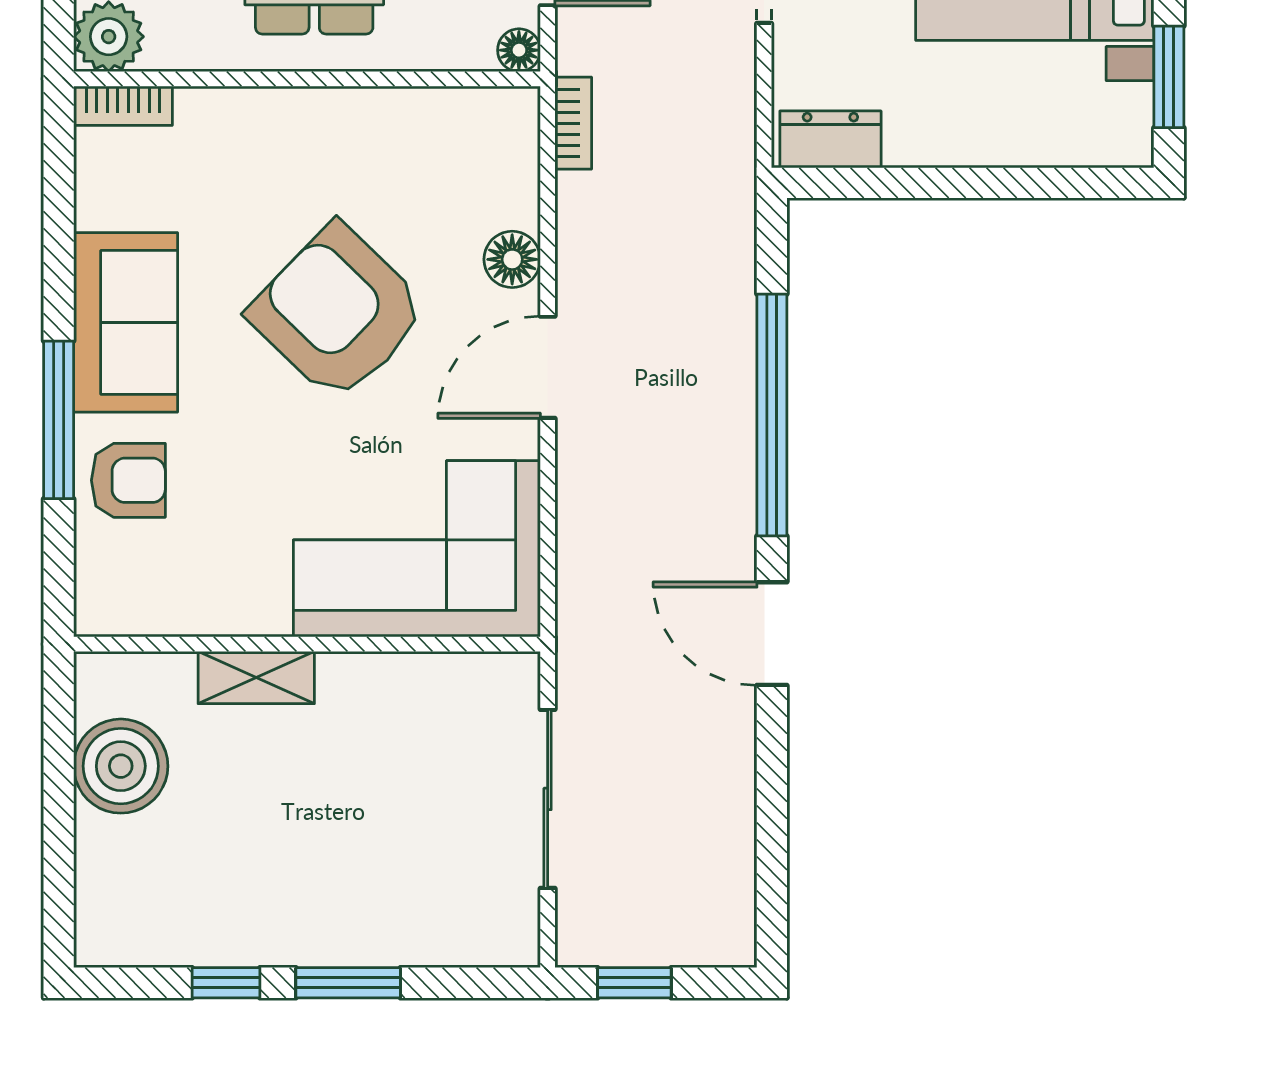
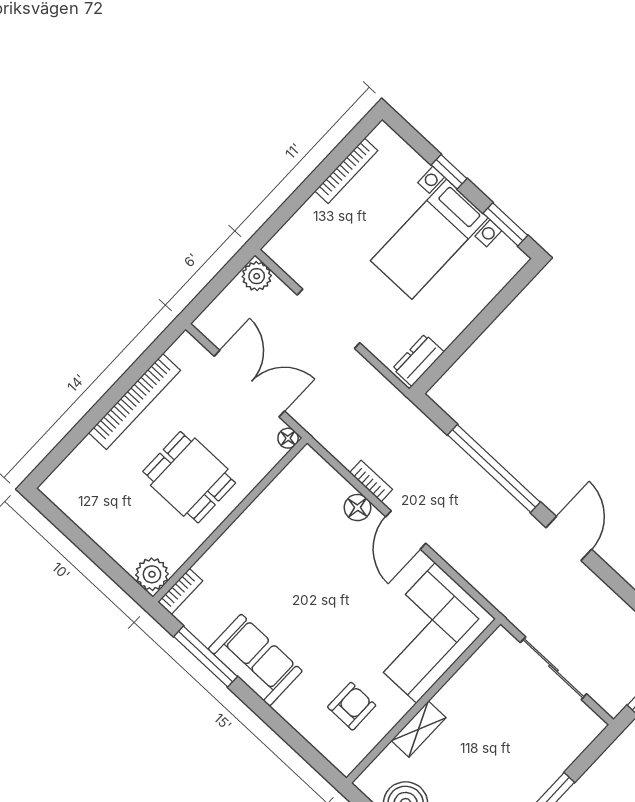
bookcase: (573, 123) -> (371, 481), moved
armchair: (338, 312) -> (320, 584), removed
window: (59, 420) -> (206, 657), moved
armchair: (128, 480) -> (352, 706), moved
door: (772, 634) -> (569, 538), swing flipped

